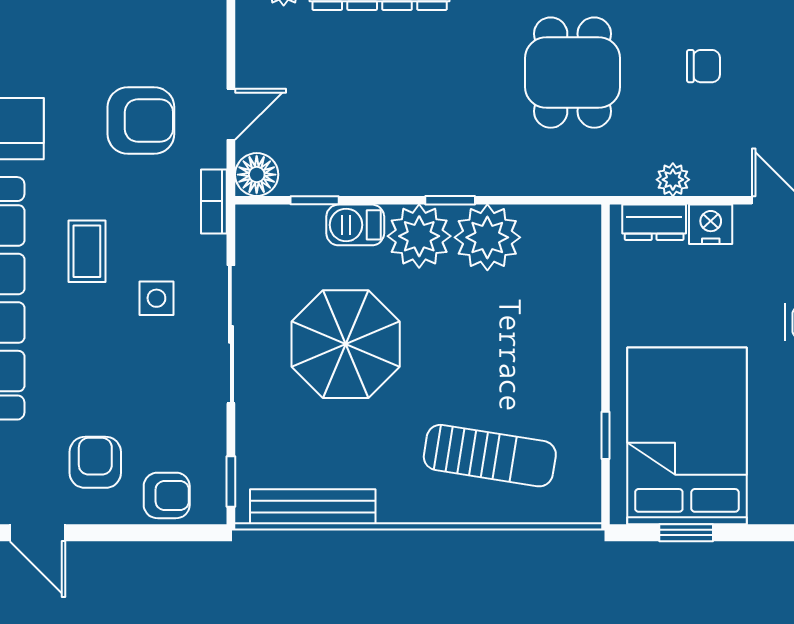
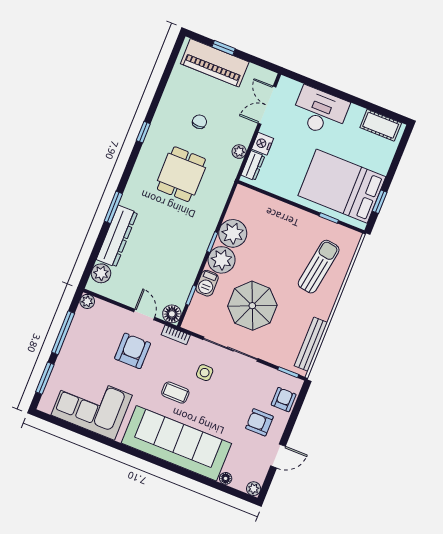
dining table: (572, 73) -> (181, 174), turned 90

